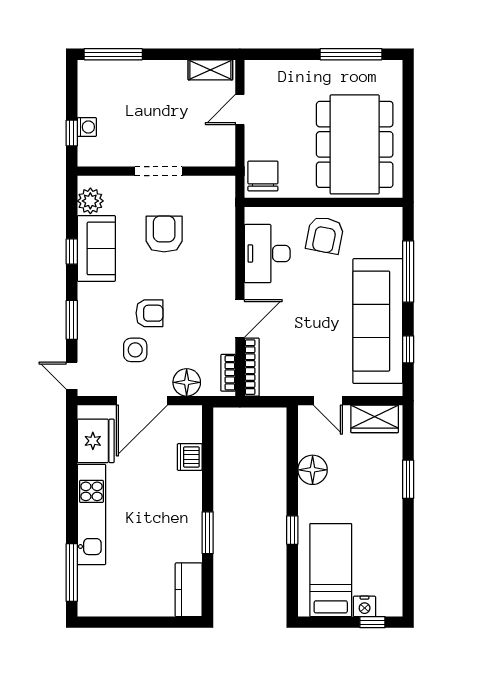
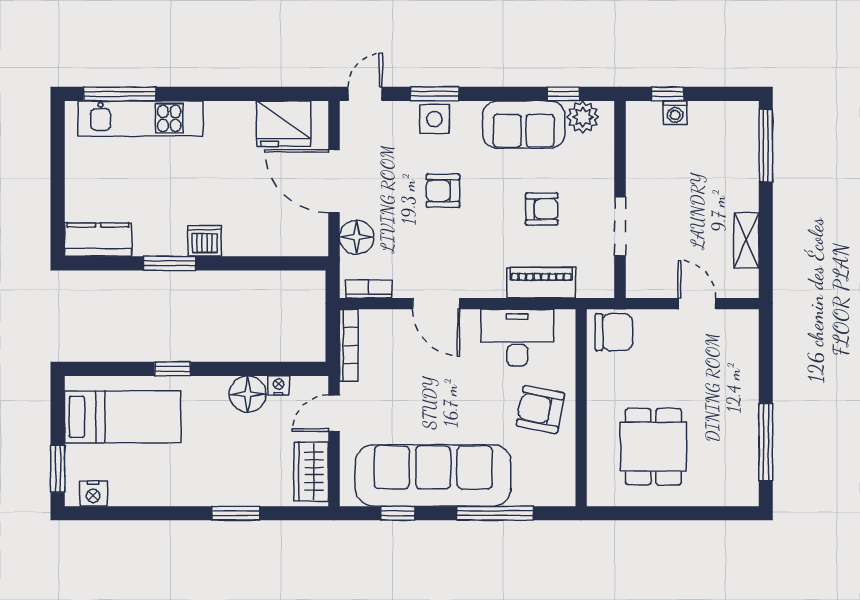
shelving: (210, 70) -> (746, 240), moved
dining table: (355, 144) -> (653, 447), width x0.53, depth x0.80
doorway: (159, 171) -> (620, 226), moved
armchair: (164, 234) -> (542, 209), width x0.72, depth x0.72
piano: (223, 234) -> (541, 283), added
window: (72, 251) -> (563, 94), moved
armchair: (149, 313) -> (443, 191), turned 90
side table: (135, 350) -> (434, 119), moved
bookcase: (252, 367) -> (349, 345), moved, turned -90
nightstand: (306, 445) -> (279, 386), added
dishwasher: (190, 457) -> (205, 241), moved
kitchen unit: (91, 514) -> (140, 118), moved
nightstand: (365, 606) -> (93, 494), moved, turned -90
window: (372, 622) -> (58, 469), width x1.50

